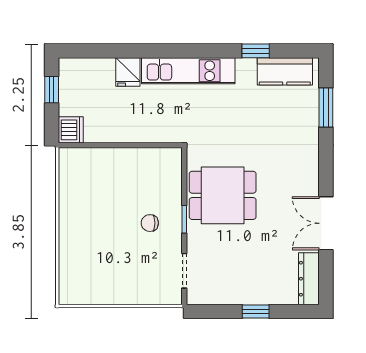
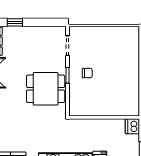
window: (256, 312) -> (15, 22), moved

